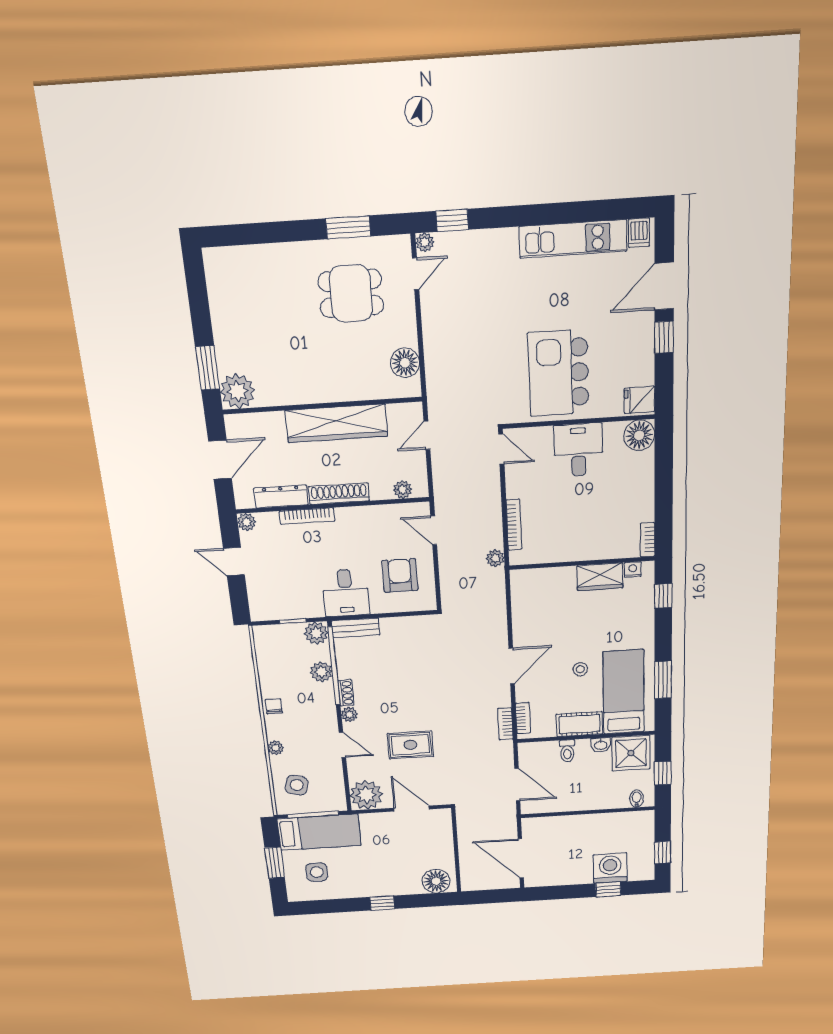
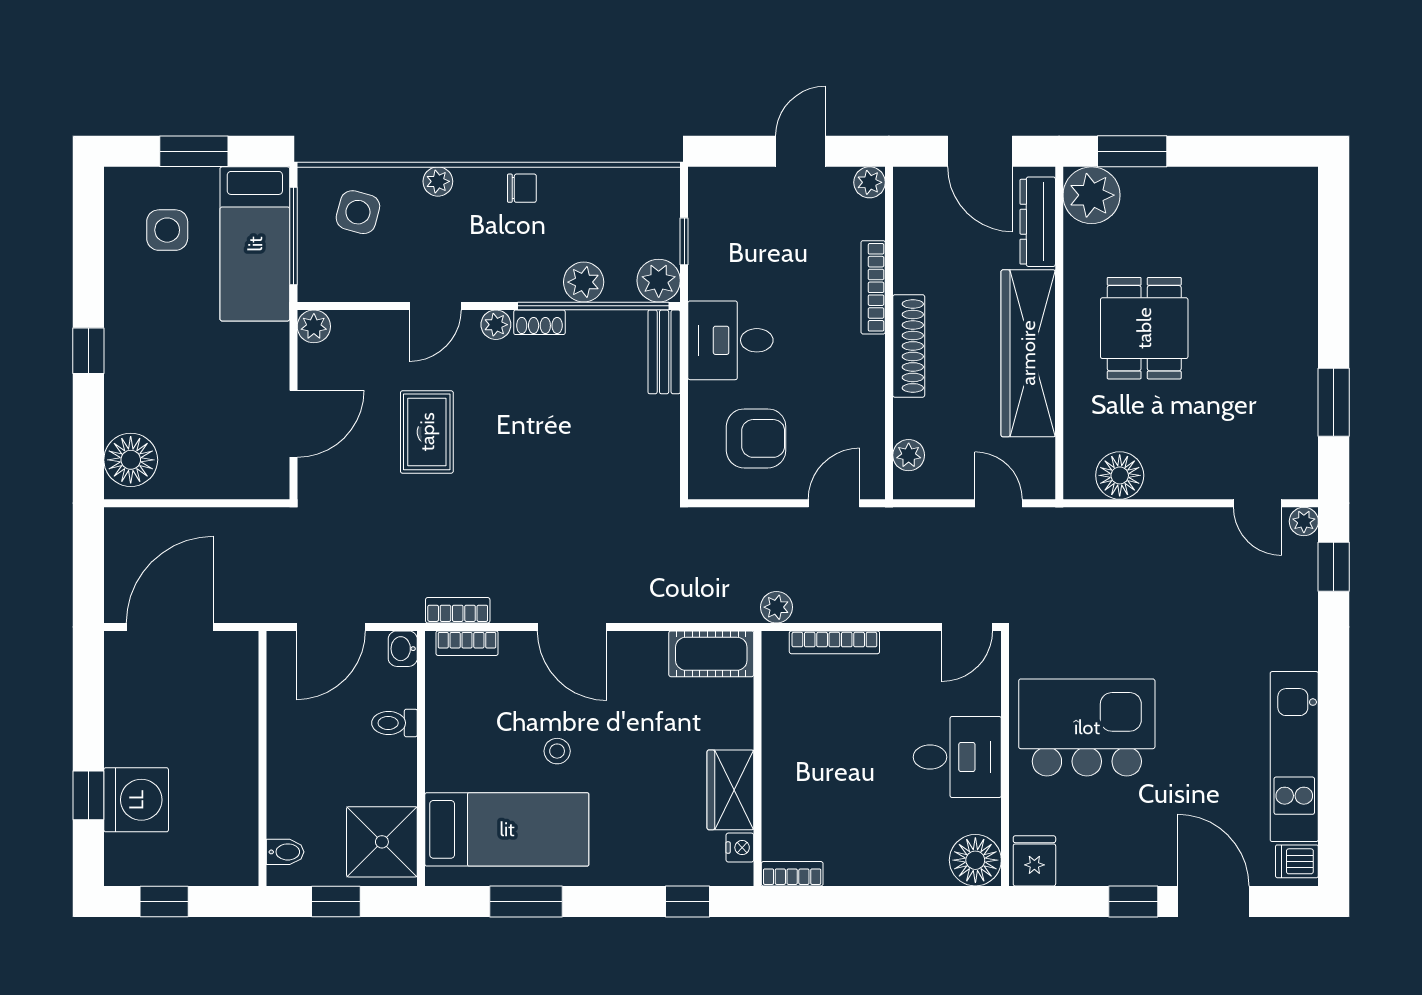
dining table: (351, 293) -> (1144, 328), moved
dresser: (281, 496) -> (1038, 222), moved, turned 180
cot: (579, 724) -> (711, 654), moved, turned 90
washbasin: (601, 745) -> (403, 649), moved
plant: (366, 795) -> (314, 326), width x0.53, depth x0.53

